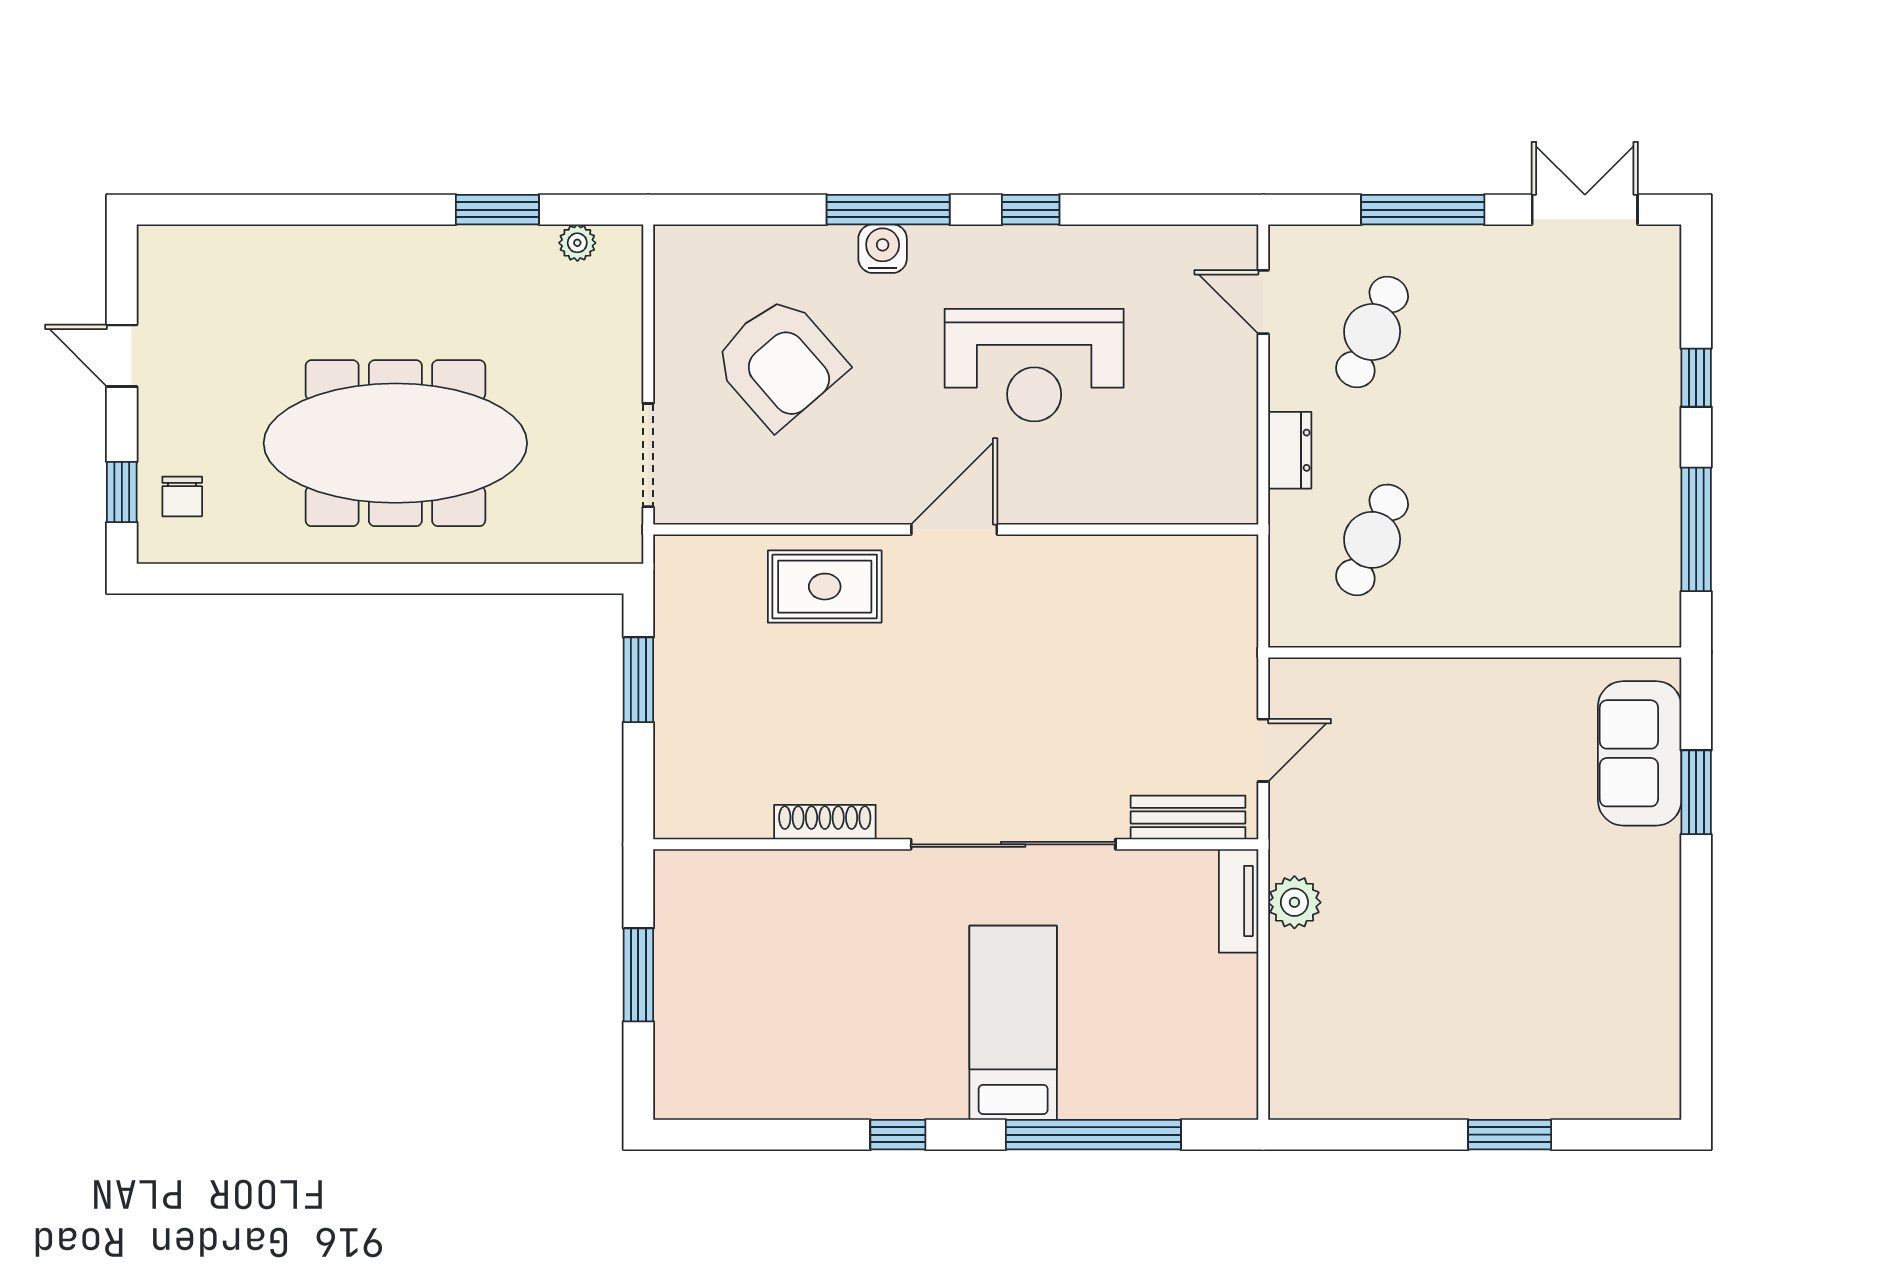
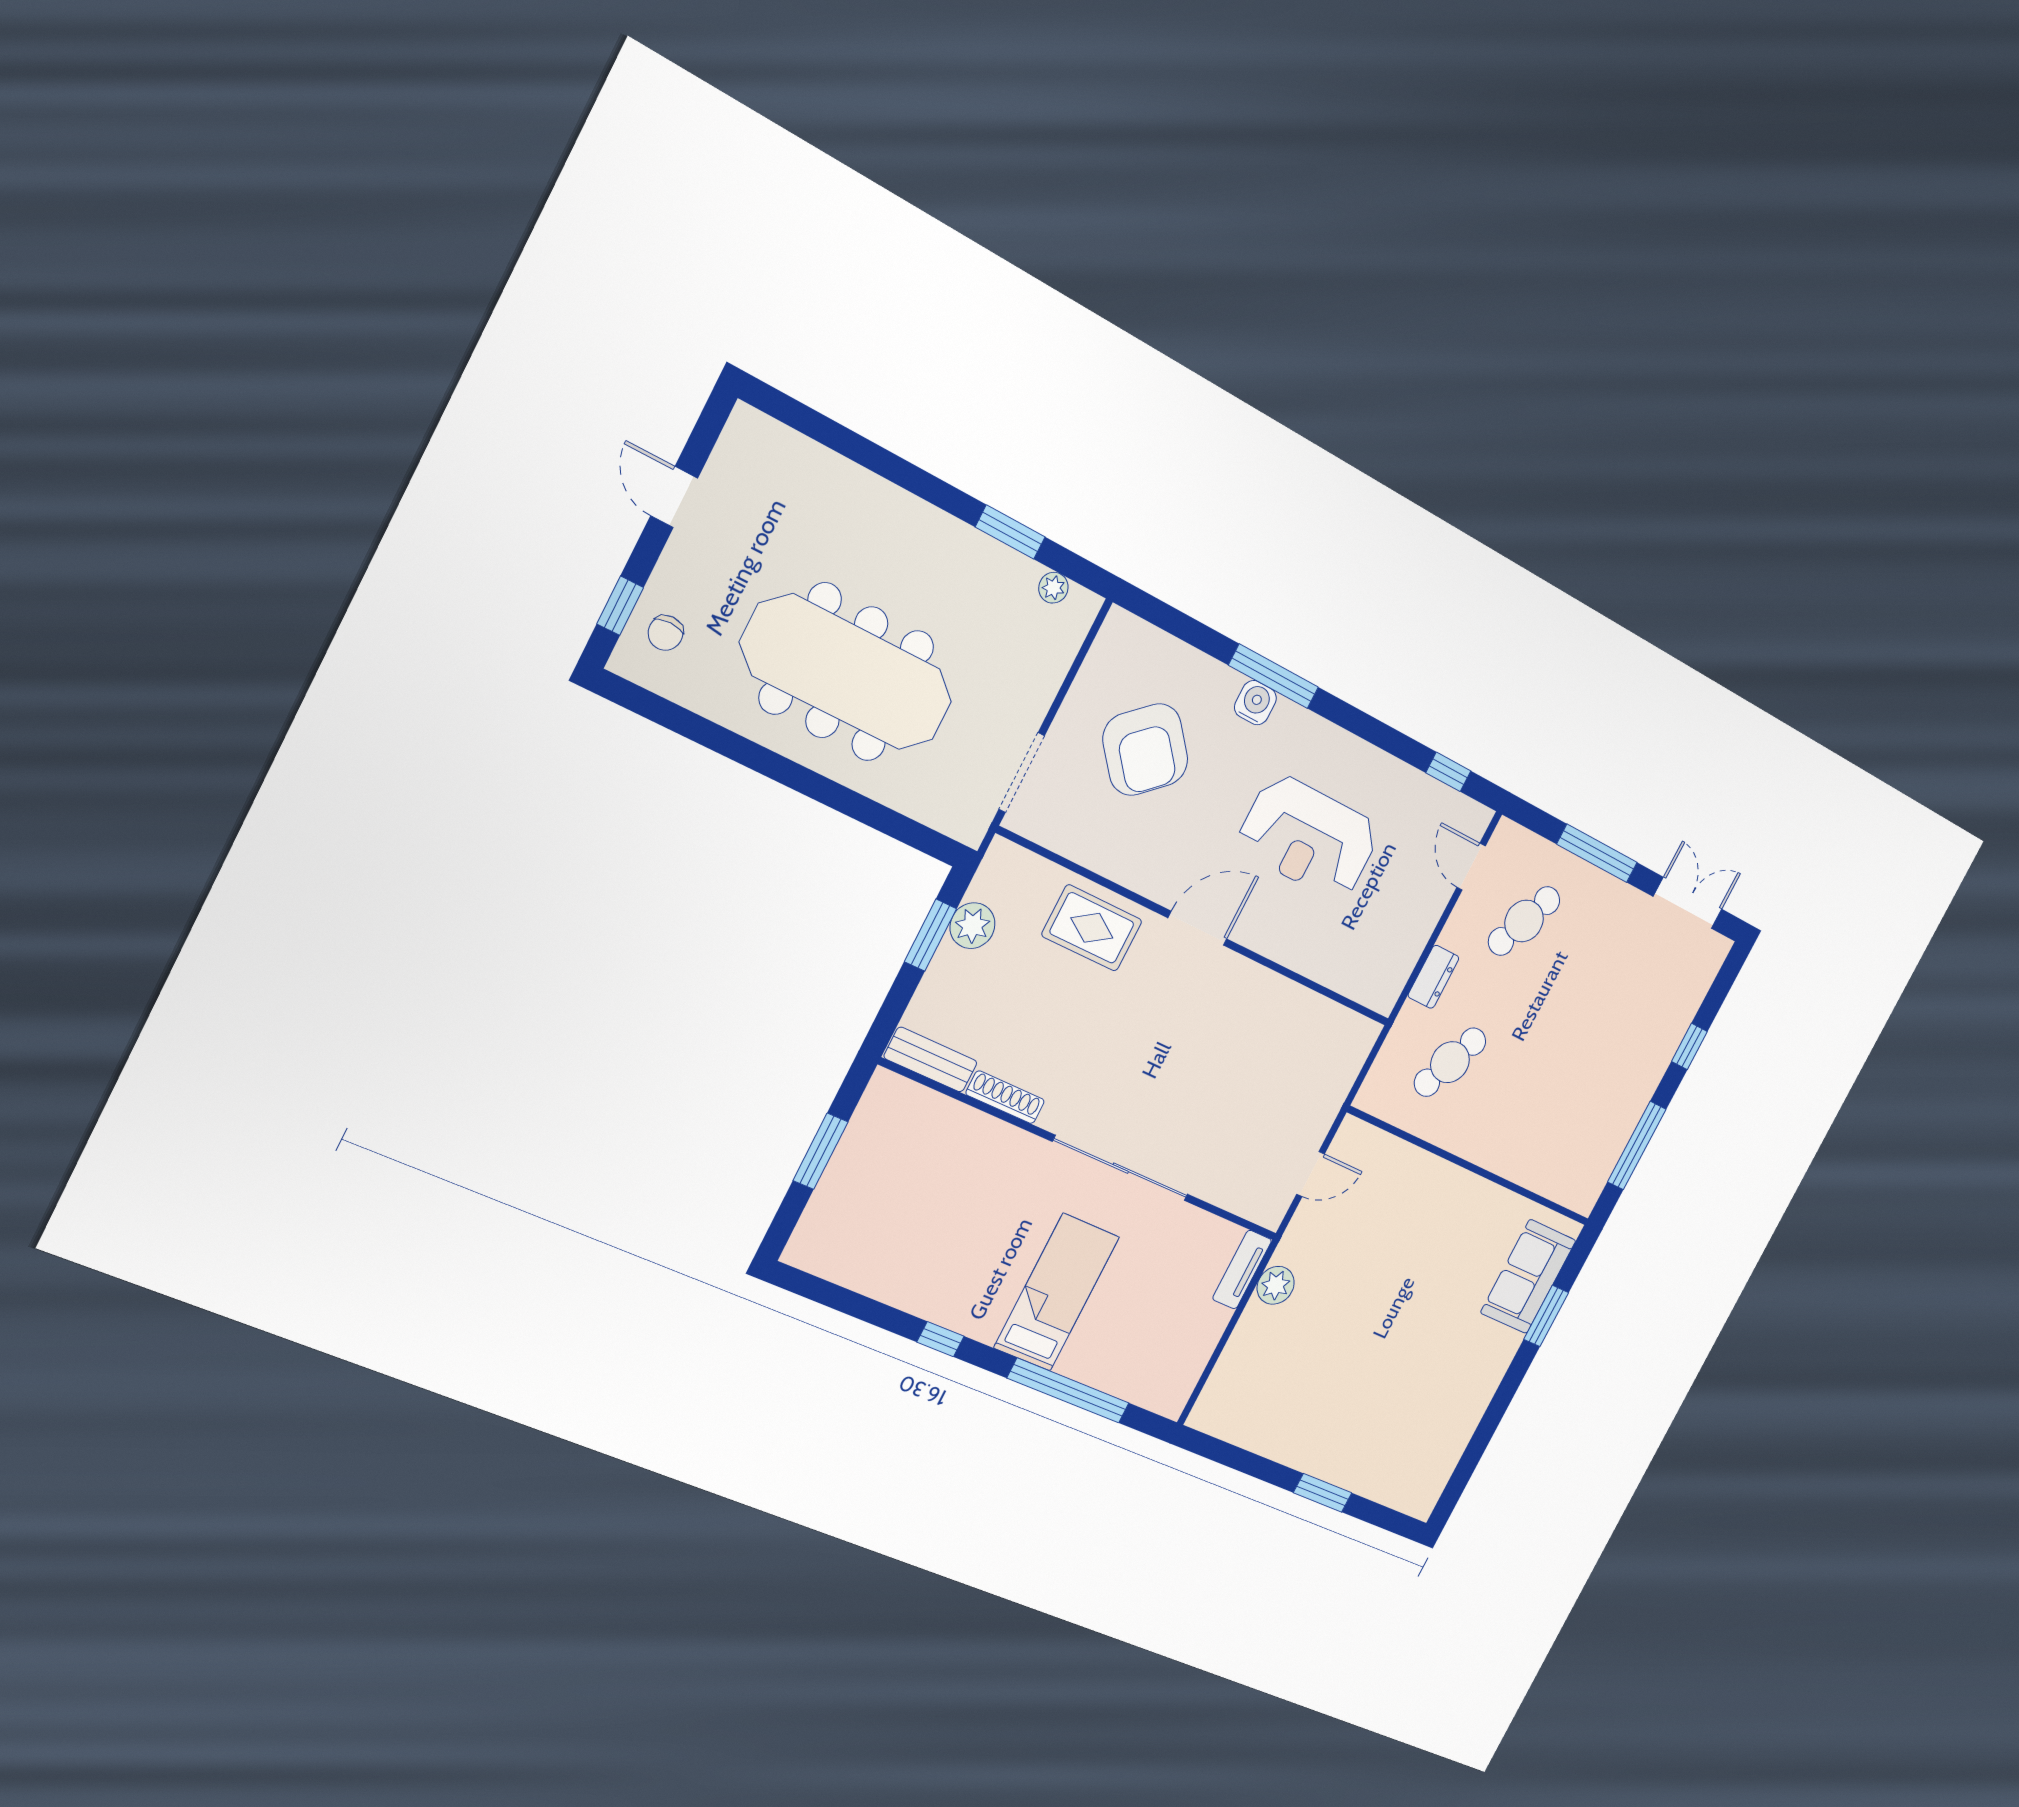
window: (1031, 210) -> (1448, 772), moved
plant: (682, 647) -> (972, 926), added
bench: (1188, 817) -> (931, 1060), moved

